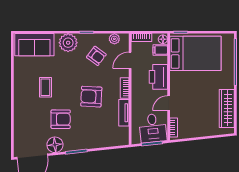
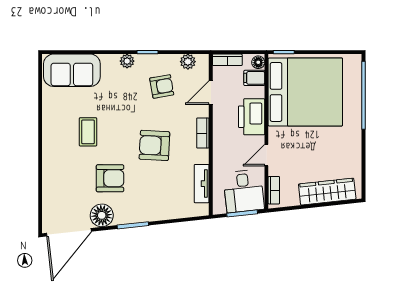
plant: (68, 43) -> (127, 61), width x0.53, depth x0.53
bed: (195, 53) -> (305, 92), width x1.36
armchair: (96, 56) -> (162, 86), turned -47
wardrobe: (227, 108) -> (327, 192), moved, turned 84
tv unit: (124, 113) -> (202, 184), moved

